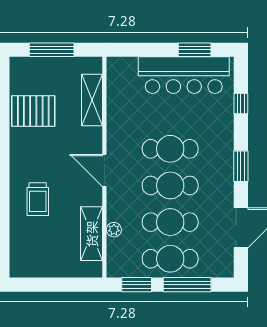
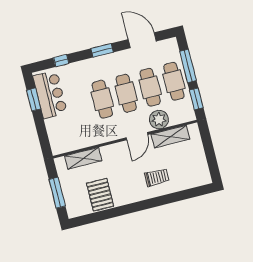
bar counter: (184, 75) -> (50, 95), width x0.73
door: (104, 171) -> (137, 136), moved
plant: (114, 230) -> (159, 120), width x1.88, depth x1.88

